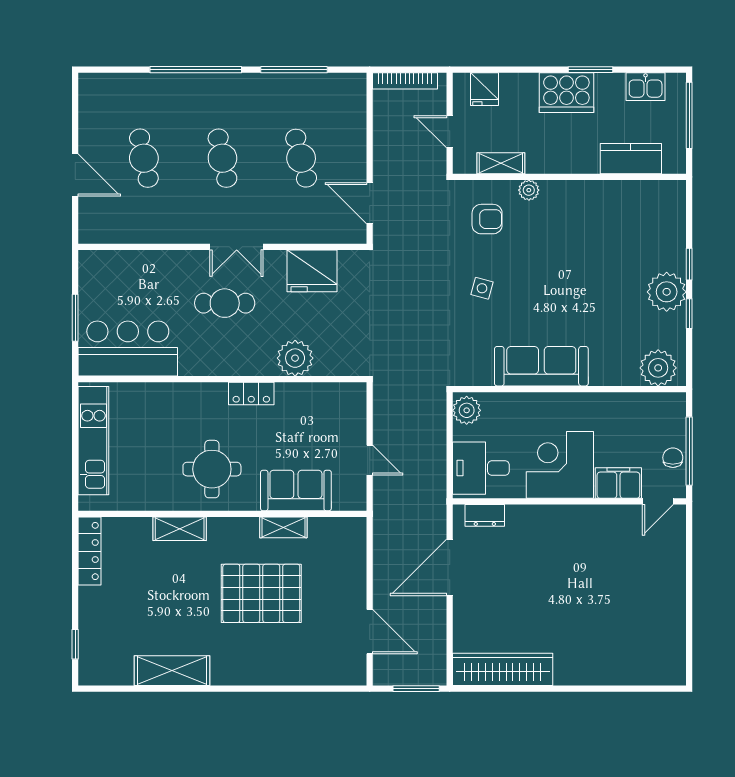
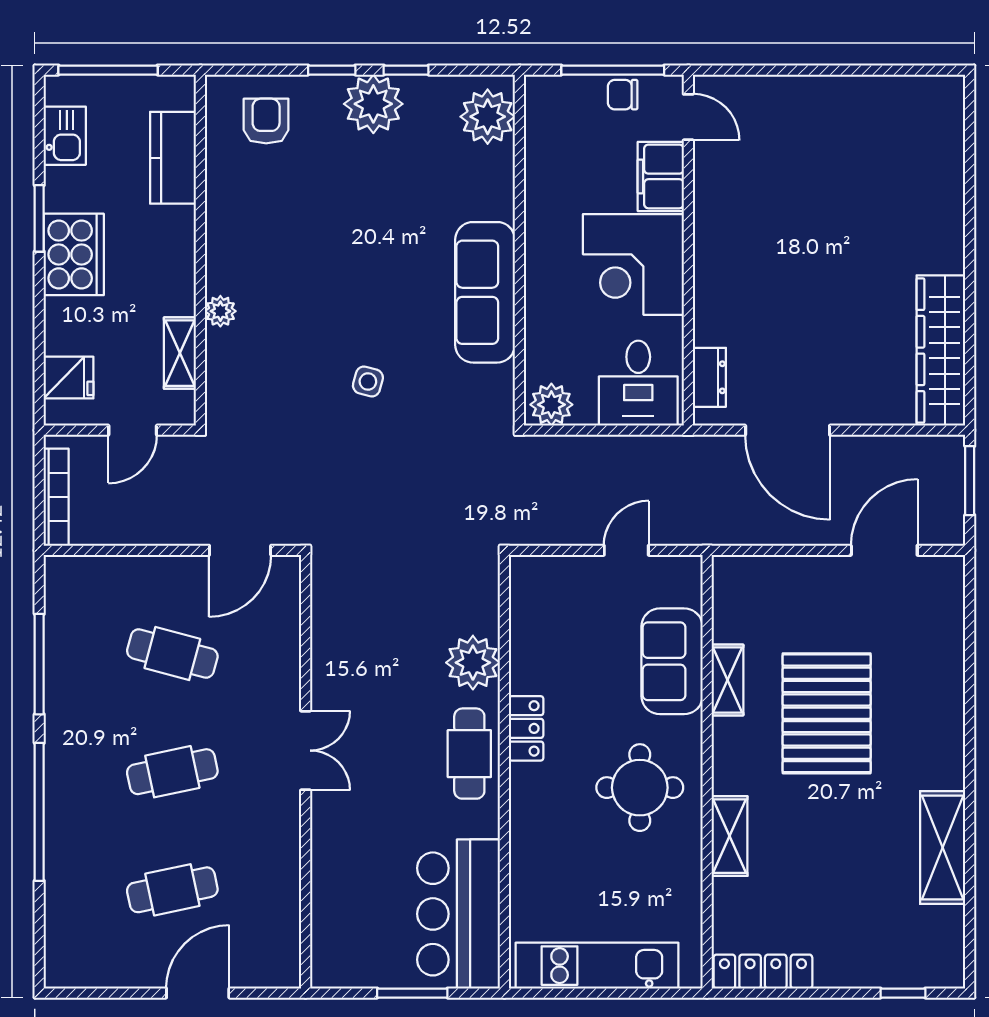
cafe table: (301, 158) -> (172, 654), turned 30
armchair: (487, 219) -> (266, 121), moved
fridge: (312, 271) -> (342, 637), removed
cafe table: (225, 303) -> (469, 754), moved

